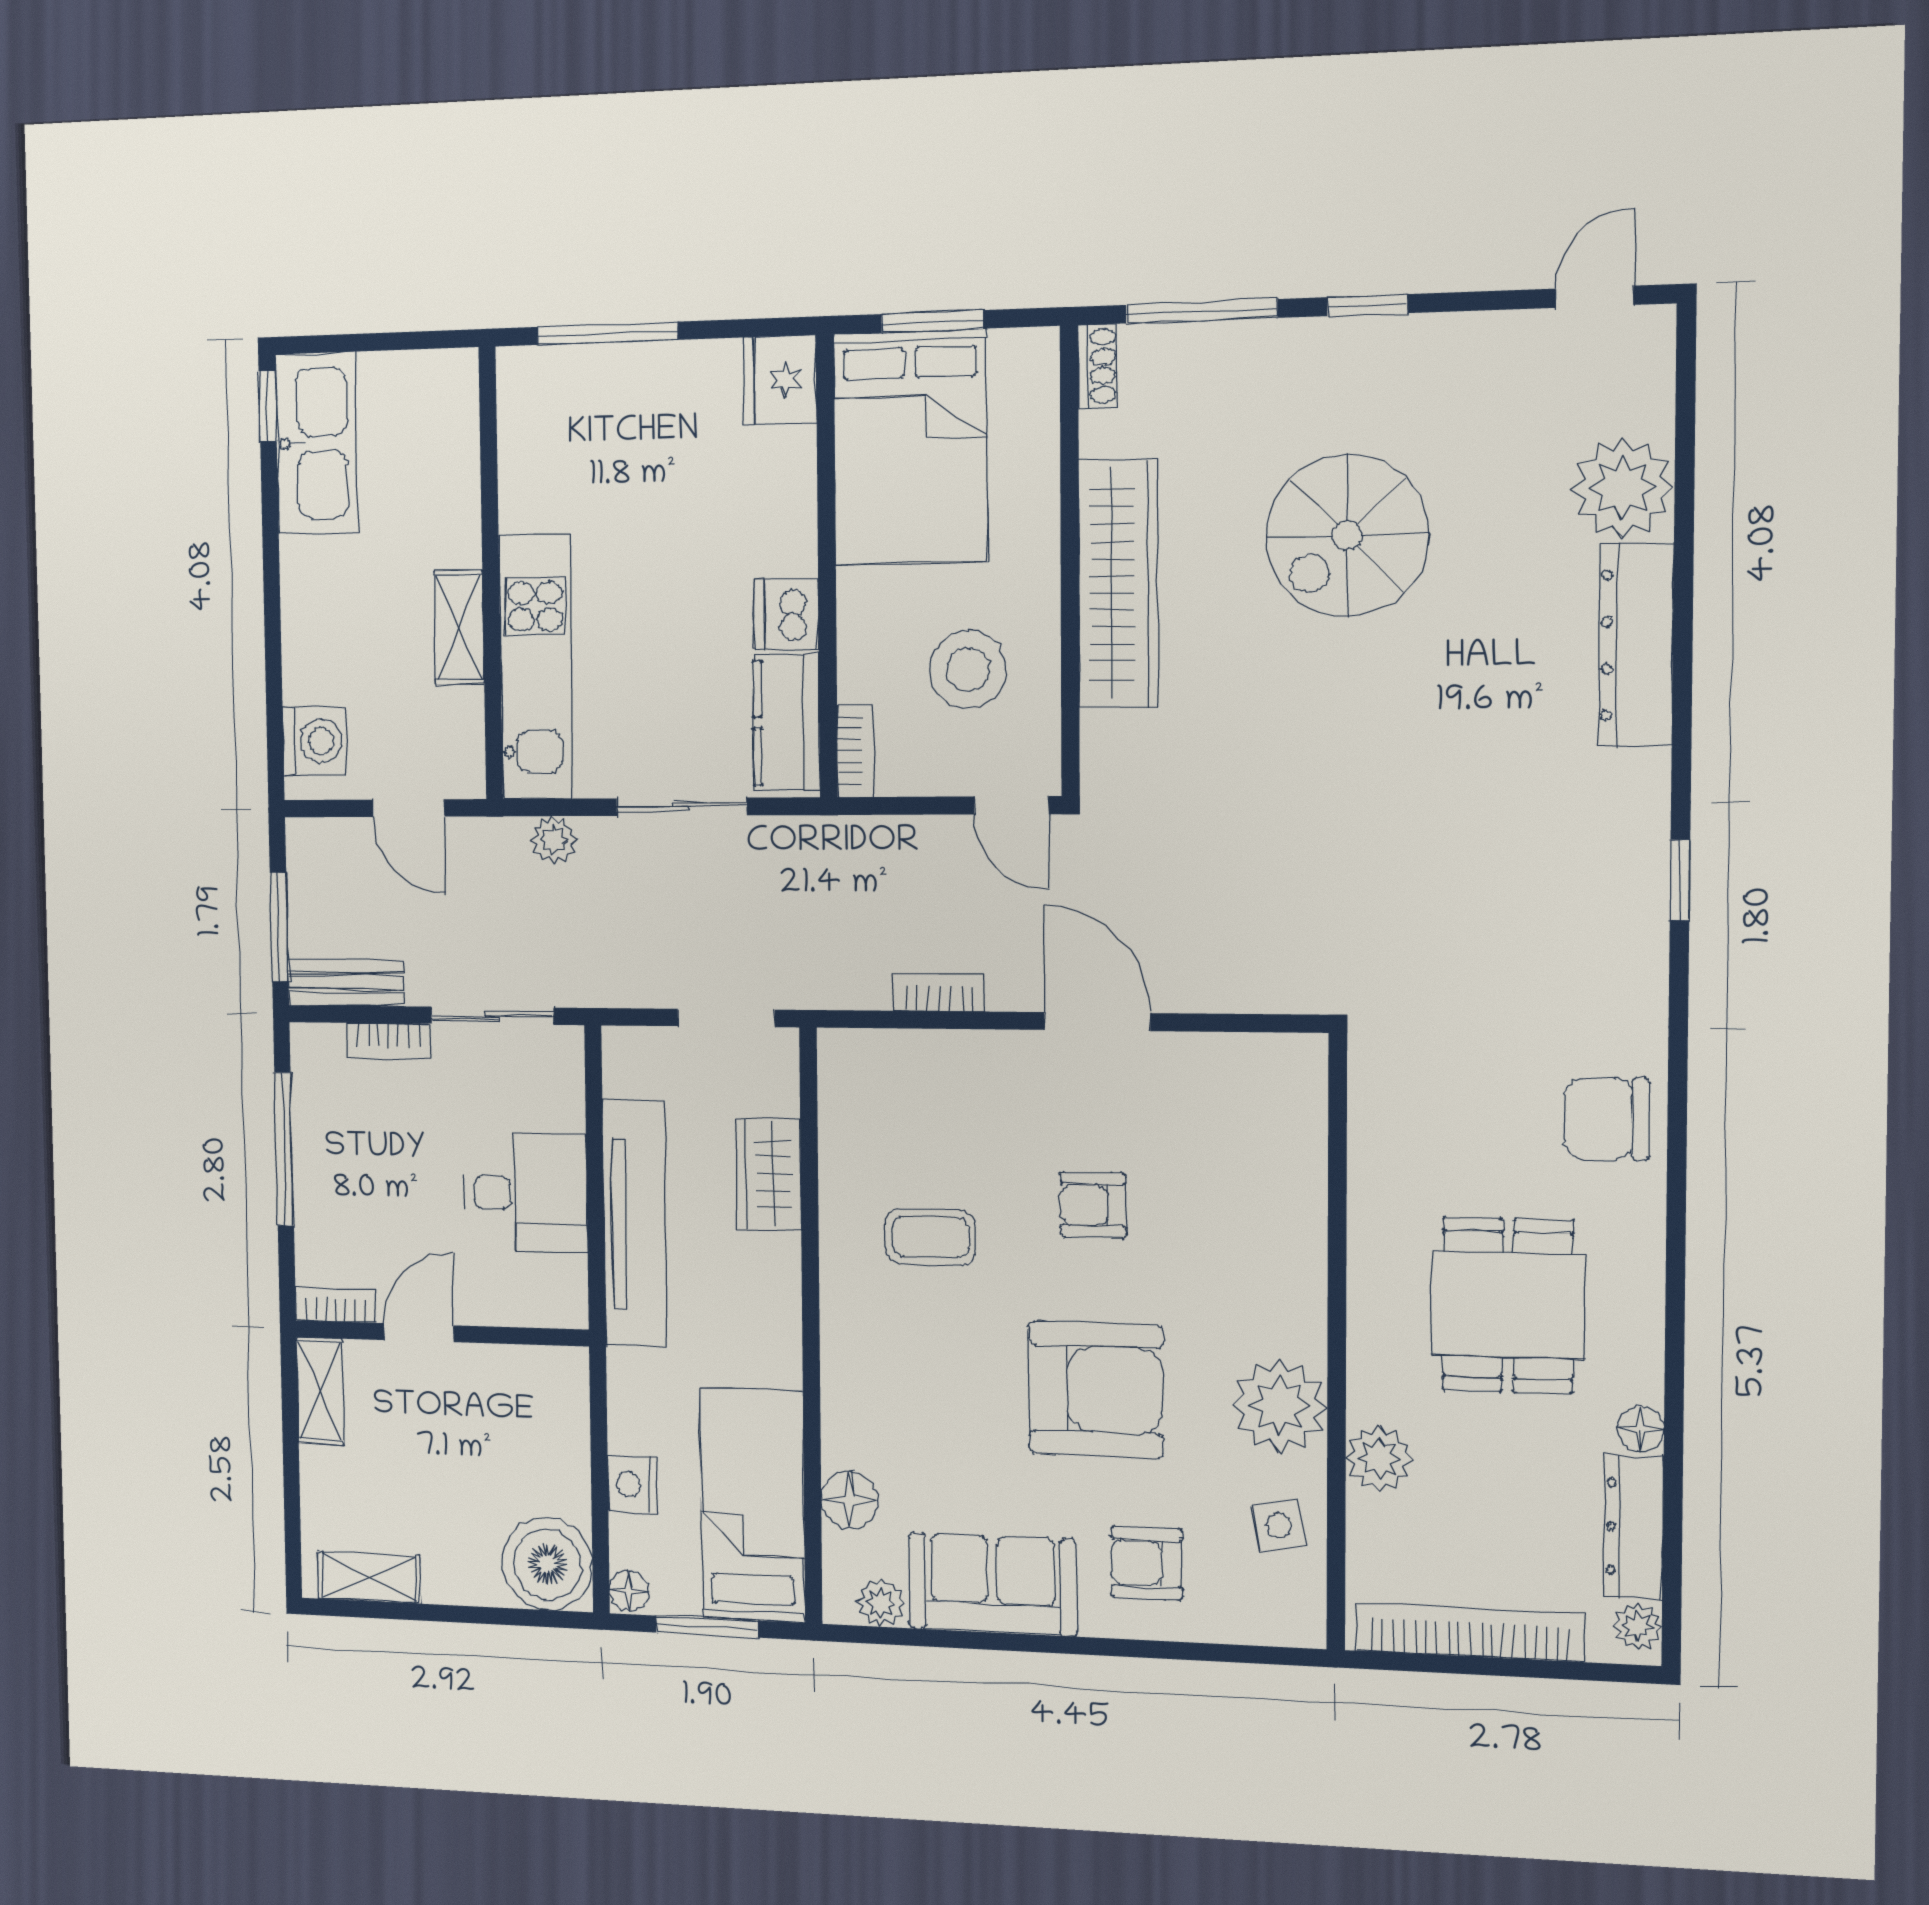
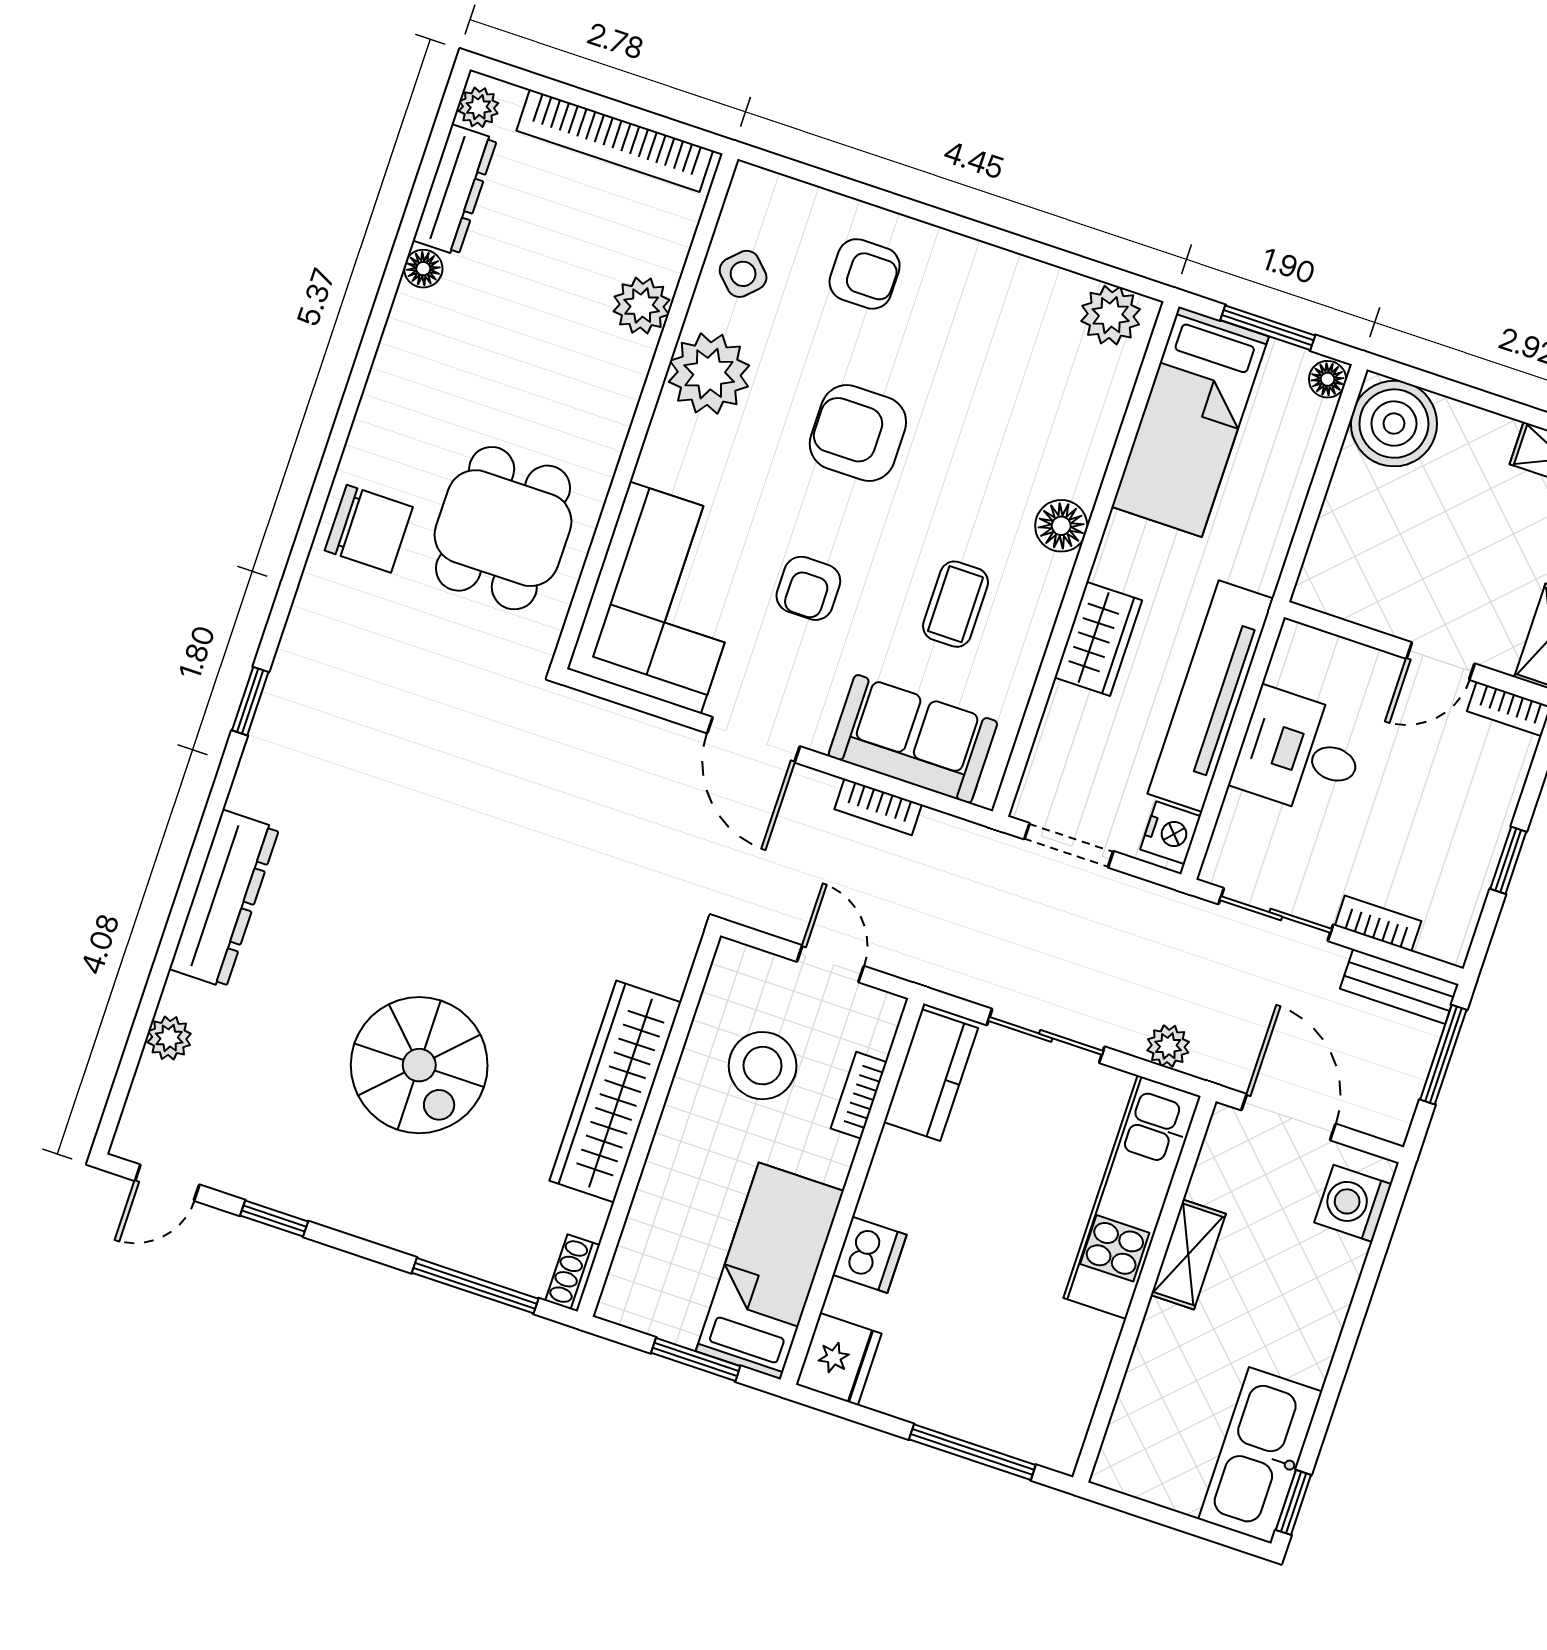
window: (1368, 305) -> (274, 1218), moved
bed: (910, 448) -> (770, 1271), width x0.67
plant: (1623, 488) -> (169, 1038), width x0.53, depth x0.53
spiral stairs: (1347, 535) -> (419, 1065), turned 90
dishwasher: (787, 614) -> (870, 1255), moved
bookcase: (855, 751) -> (859, 1095), moved
door: (1011, 805) -> (830, 964), moved
door: (408, 808) -> (1288, 1117), width x1.38
corner sofa: (1246, 1146) -> (665, 598), added
window: (284, 1149) -> (1508, 860), width x0.46
wardrobe: (769, 1174) -> (1098, 639), moved
armchair: (1093, 1205) -> (808, 588), turned 90
coffee table: (930, 1237) -> (956, 604), turned 90
dining table: (1508, 1305) -> (503, 528), moved
armchair: (1096, 1389) -> (858, 433), width x0.73, depth x0.73
nightstand: (633, 1484) -> (1170, 833), moved
floor lamp: (849, 1500) -> (1061, 526), moved
side table: (1279, 1526) -> (743, 274), turned -35
sofa: (993, 1584) -> (913, 739), moved, turned 180
plant: (881, 1603) -> (1111, 315), width x1.38, depth x1.38

